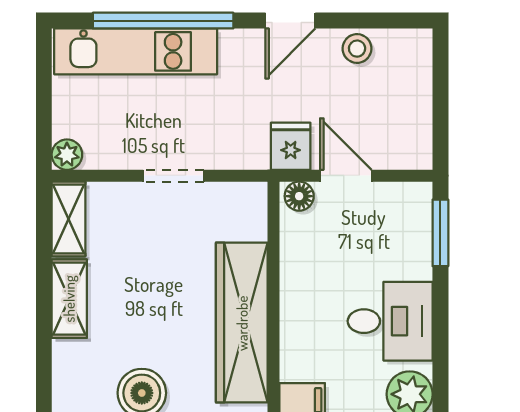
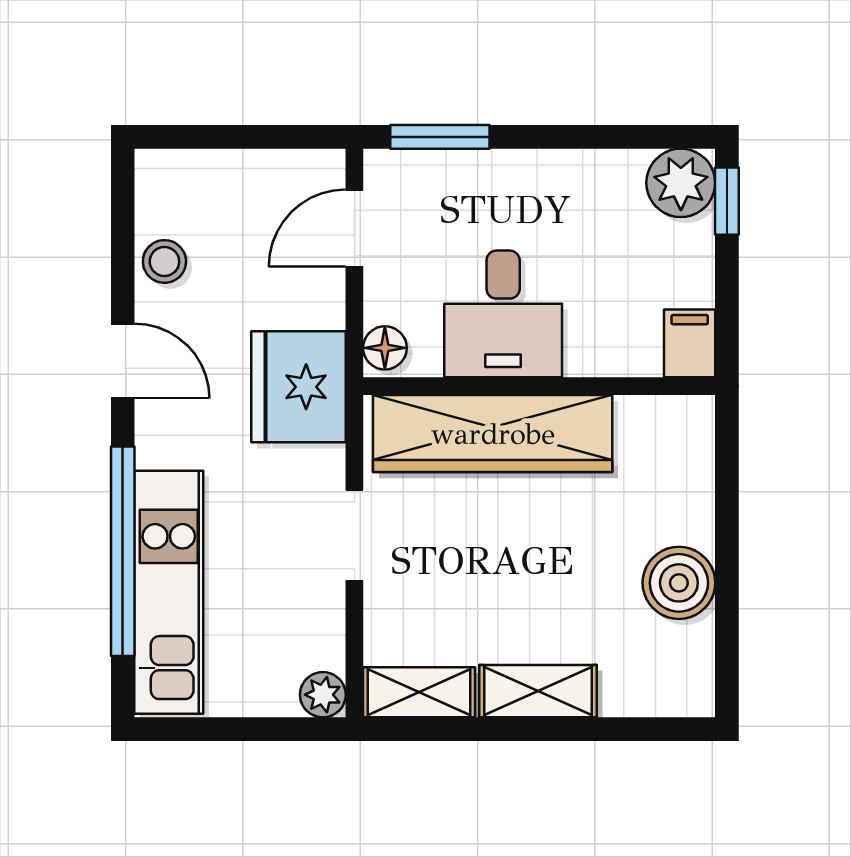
fridge: (291, 146) -> (298, 387), width x1.88, depth x1.34
door: (346, 176) -> (354, 228), moved
desk: (390, 321) -> (503, 314), moved, turned 180
wardrobe: (242, 323) -> (493, 434), moved

